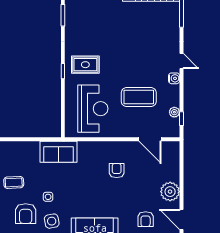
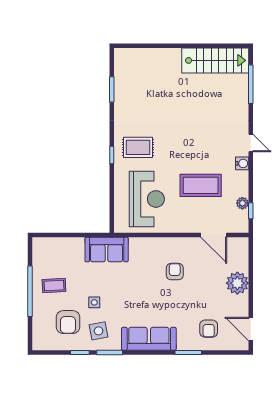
plant: (170, 192) -> (237, 283), moved

